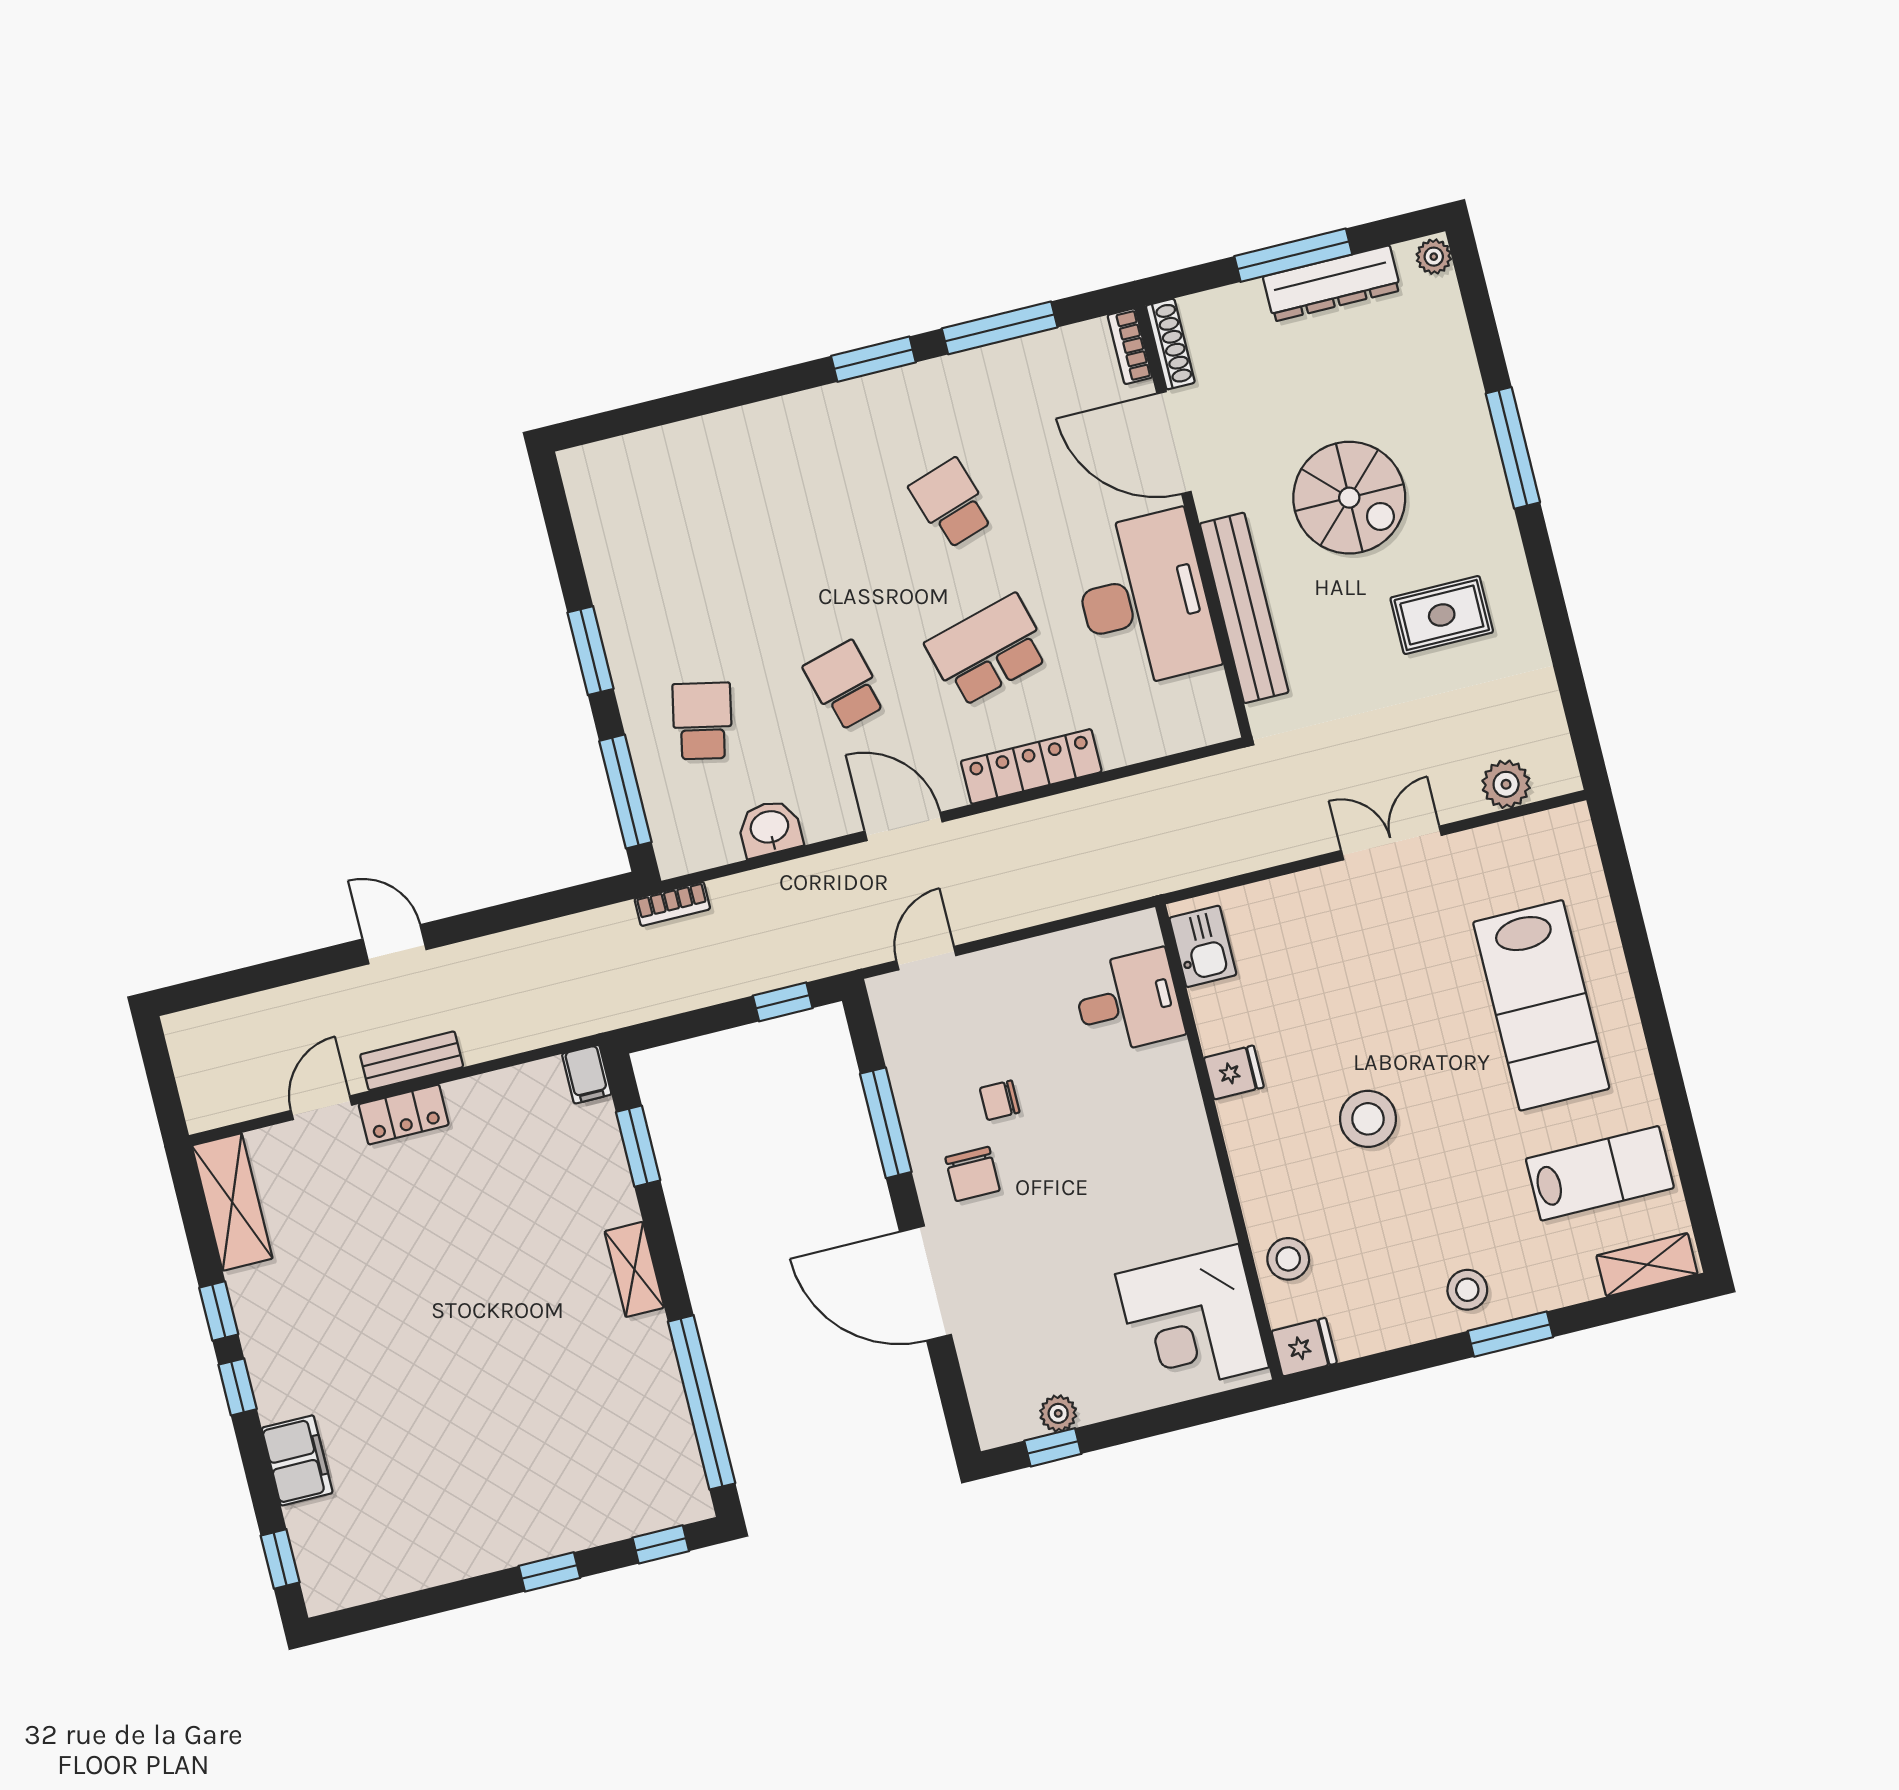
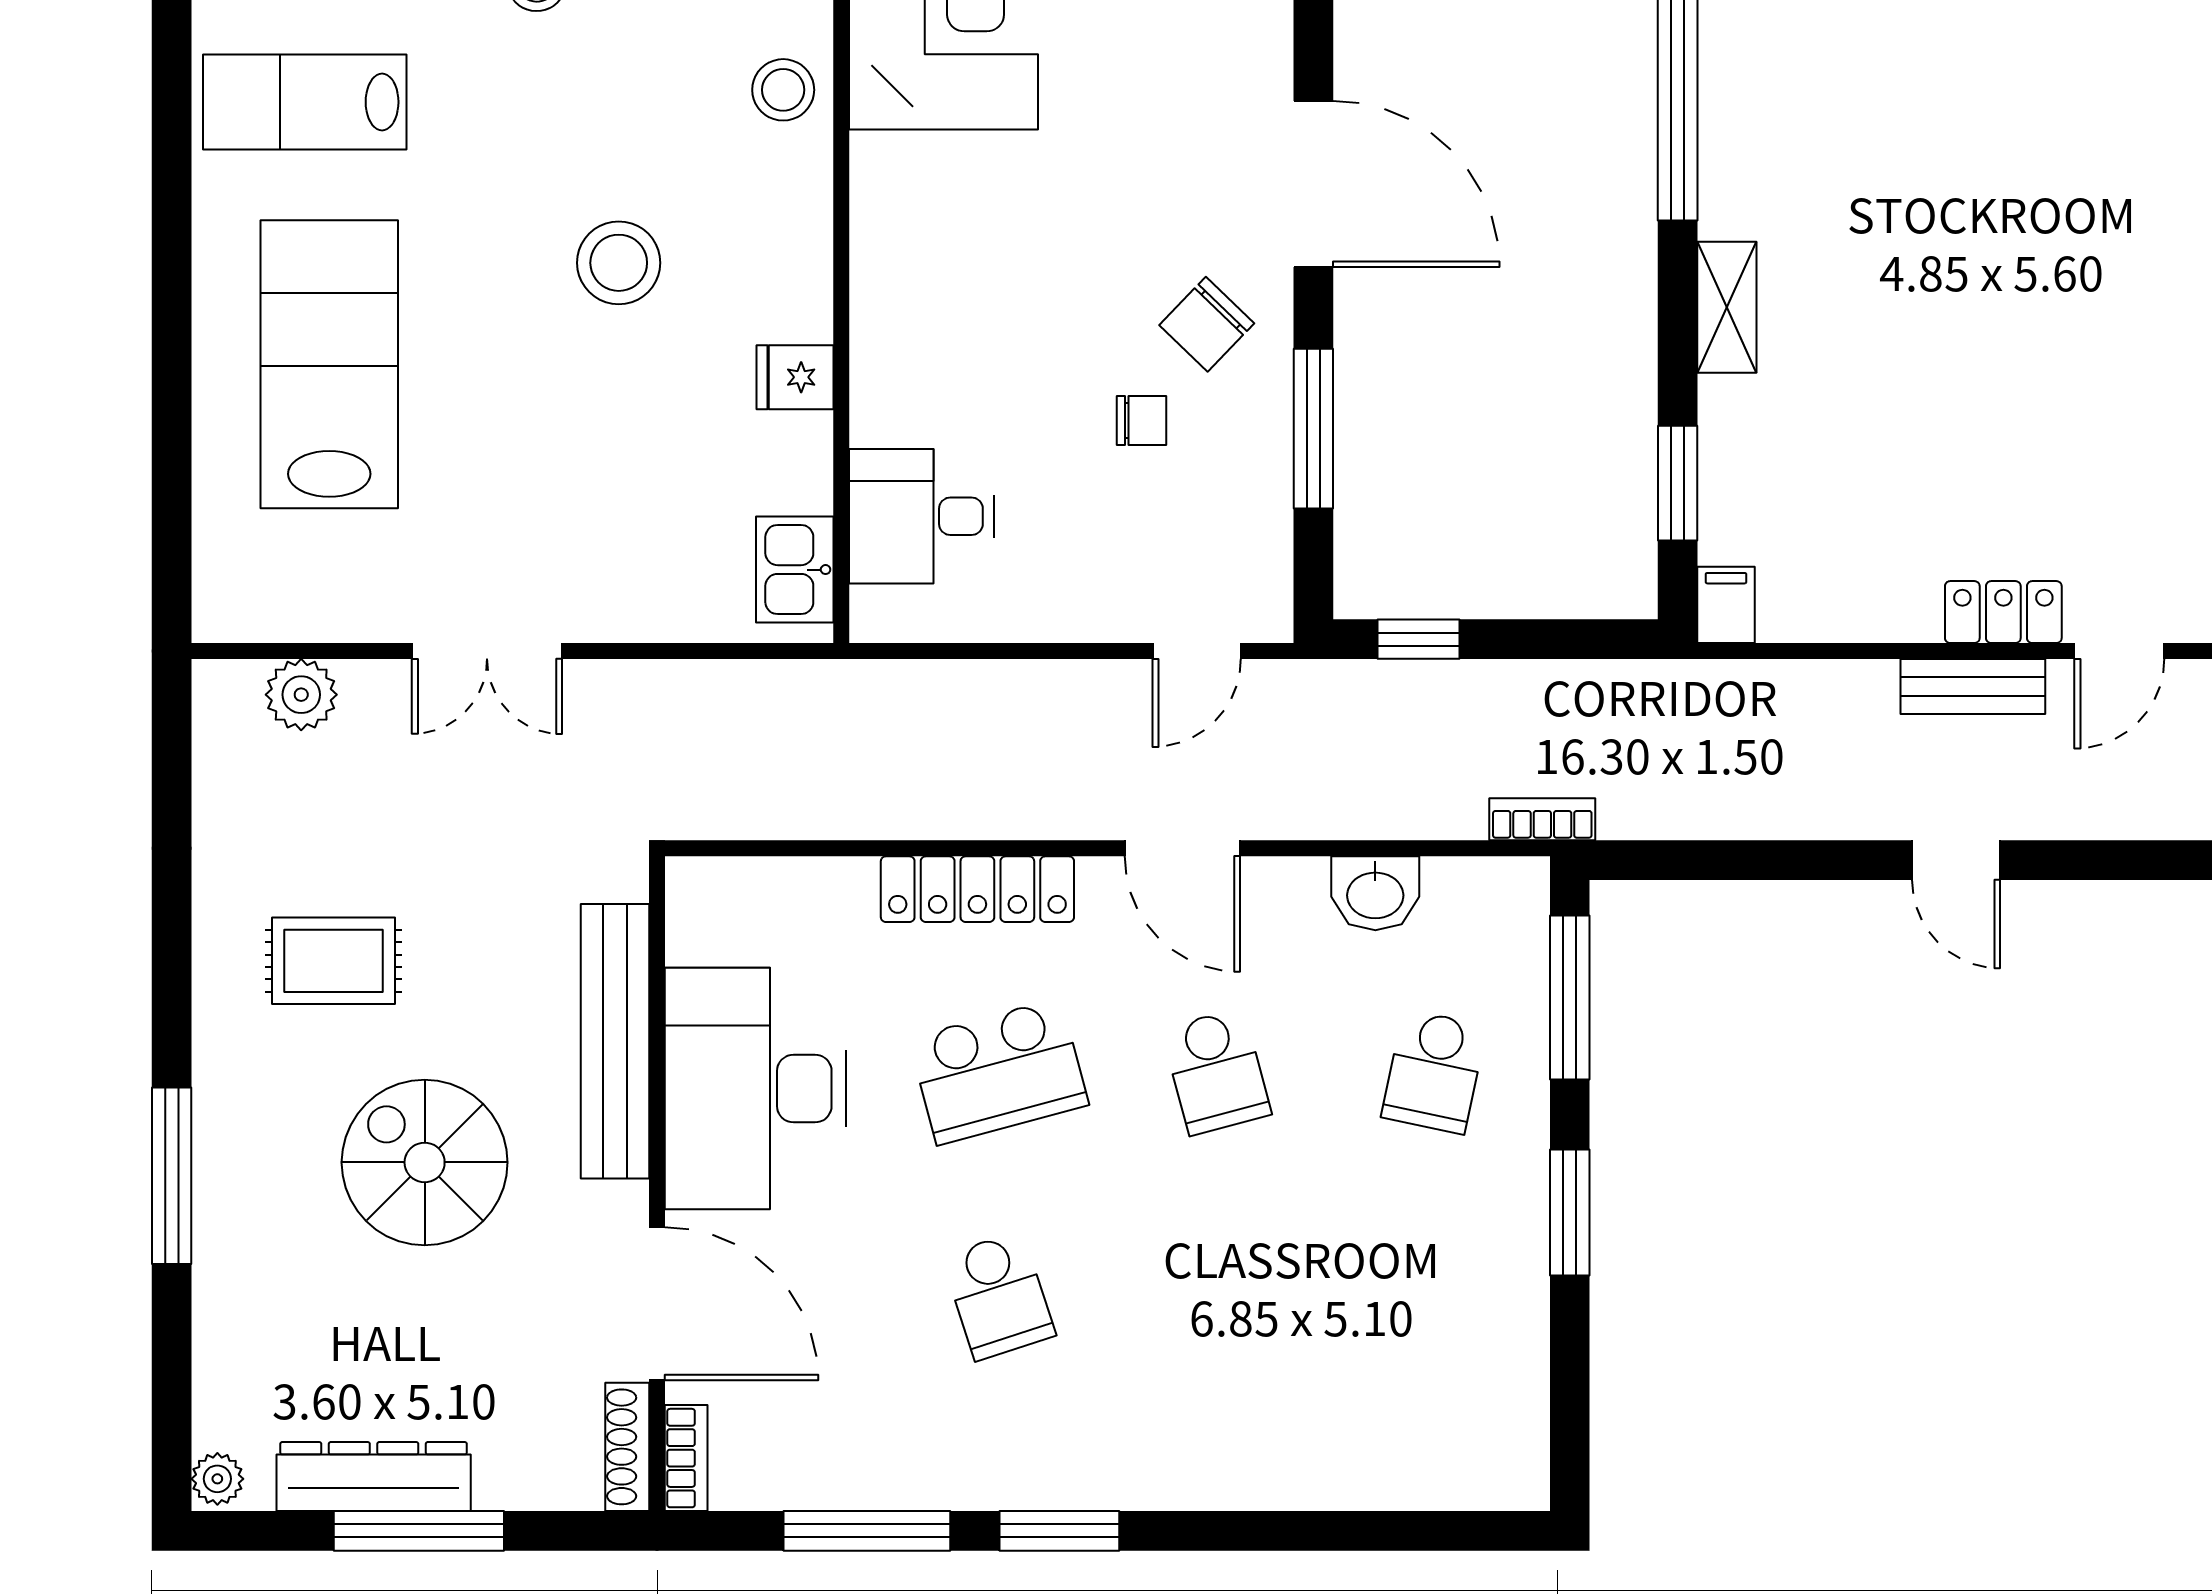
chair: (973, 1174) -> (1207, 324), turned -136

